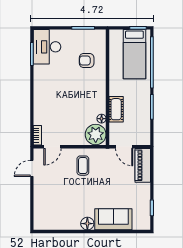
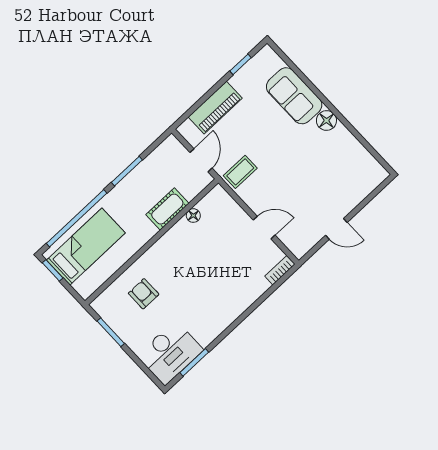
armchair: (87, 60) -> (144, 294), turned 180
plant: (96, 134) -> (217, 205), removed
door: (52, 147) -> (264, 228), moved
piano: (143, 165) -> (215, 108), moved
coffee table: (83, 166) -> (240, 172), moved
door: (32, 168) -> (336, 229), moved

